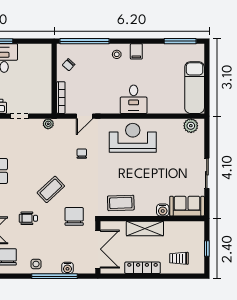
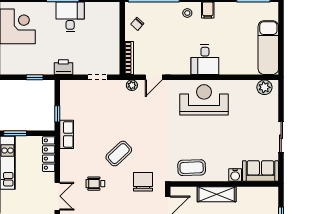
doorway: (19, 116) -> (97, 77), moved
plant: (48, 124) -> (132, 85), moved
chair: (82, 154) -> (151, 116), removed

